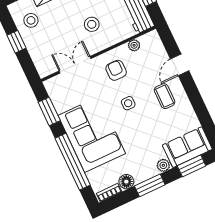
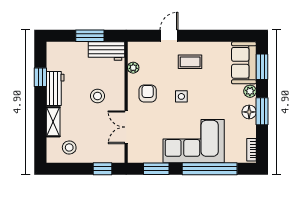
window: (17, 42) -> (103, 169), moved
door: (180, 65) -> (169, 36), swing flipped
armchair: (116, 70) -> (148, 94), turned 90
floor lamp: (126, 182) -> (249, 112), moved

